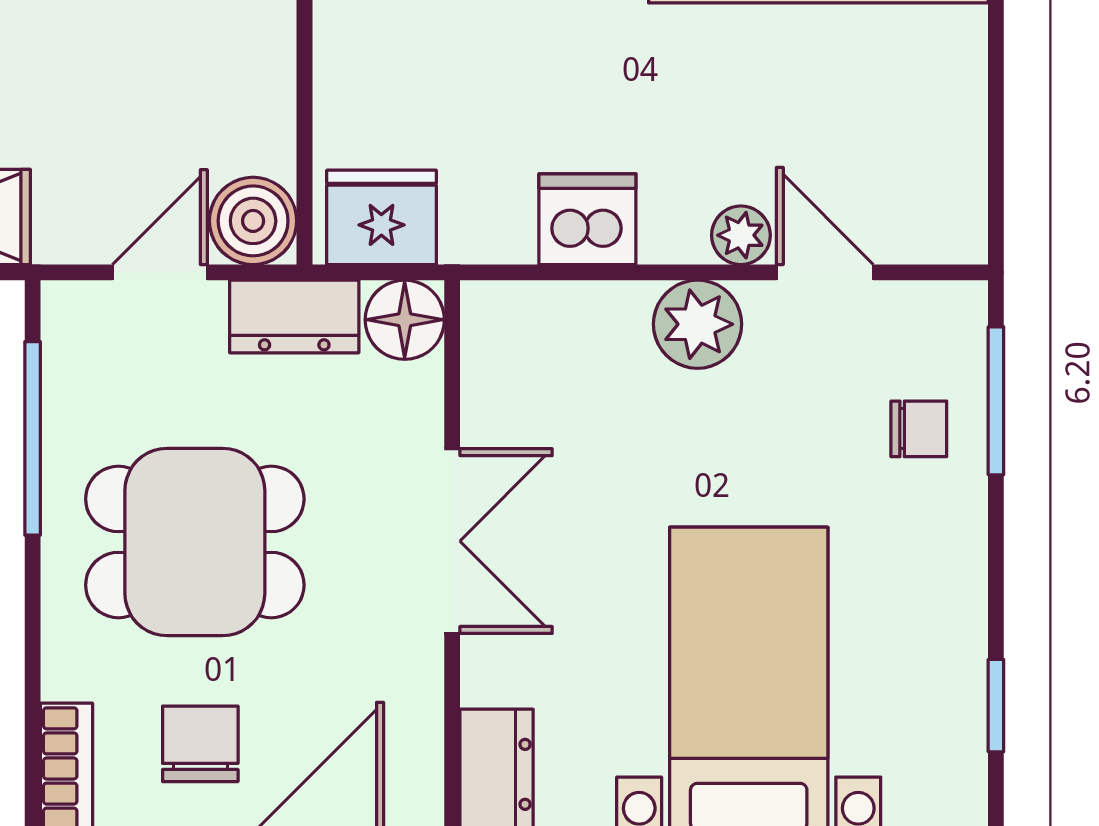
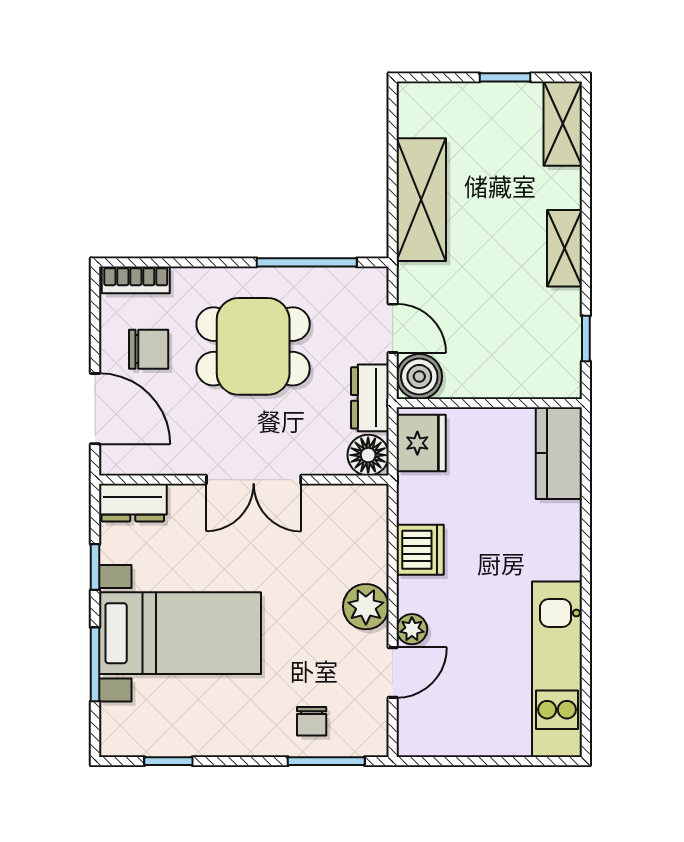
dining table: (195, 542) -> (253, 346), turned 90

